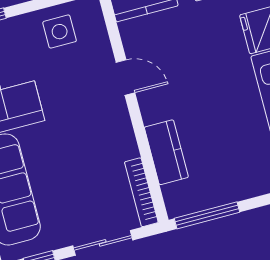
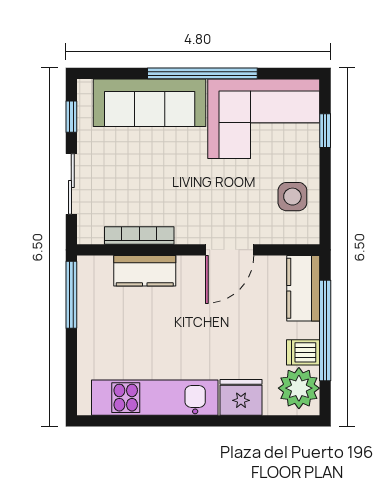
door: (125, 77) -> (230, 250), width x1.38
bookcase: (141, 192) -> (139, 236), moved

